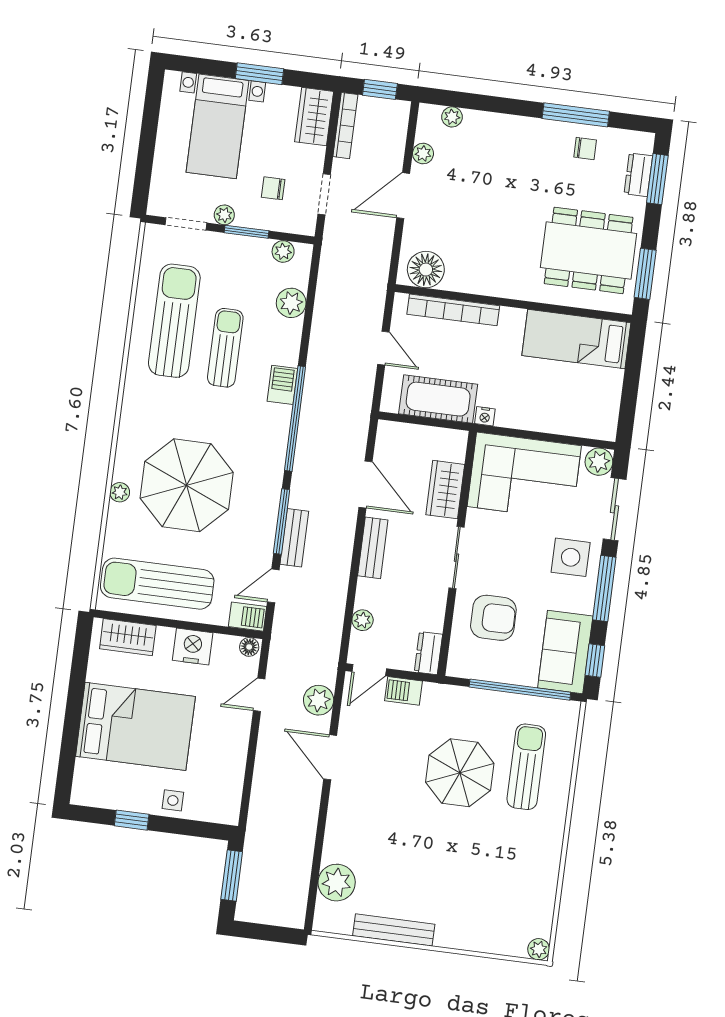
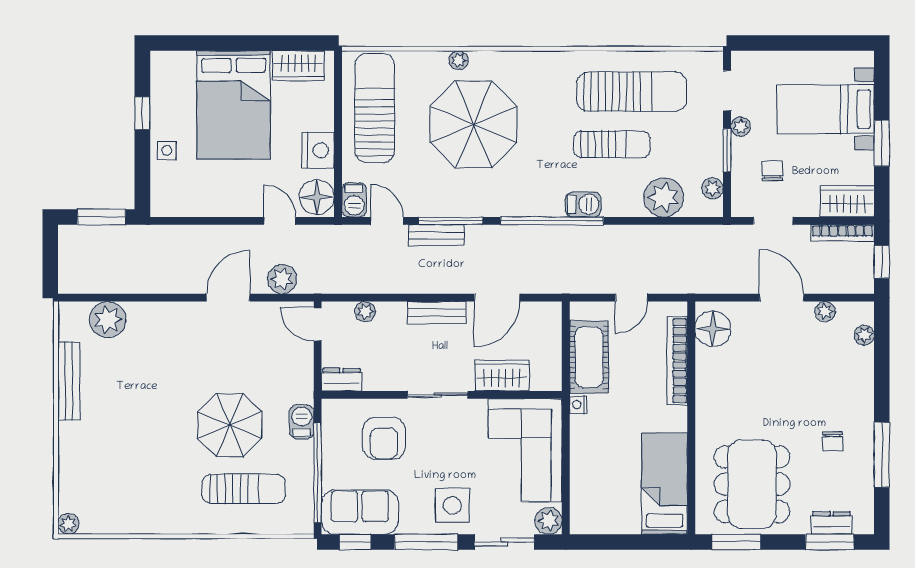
chair: (585, 149) -> (833, 441), moved
plant: (291, 303) -> (664, 197), width x1.36, depth x1.36
wardrobe: (128, 637) -> (298, 66), moved, turned -90
floor lamp: (249, 647) -> (317, 197), width x1.89, depth x1.89
barbecue: (403, 691) -> (302, 422), moved

